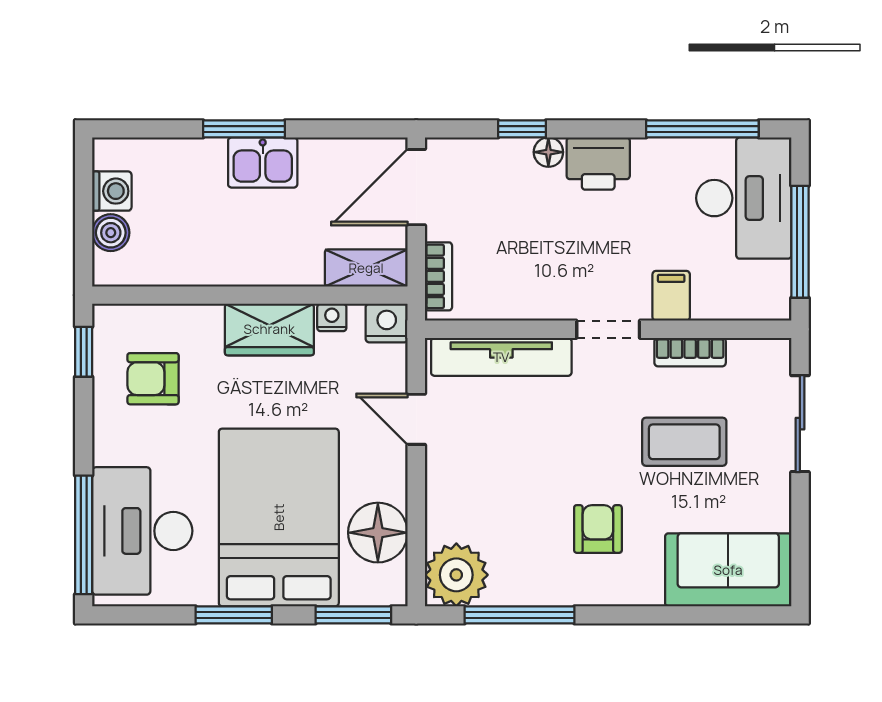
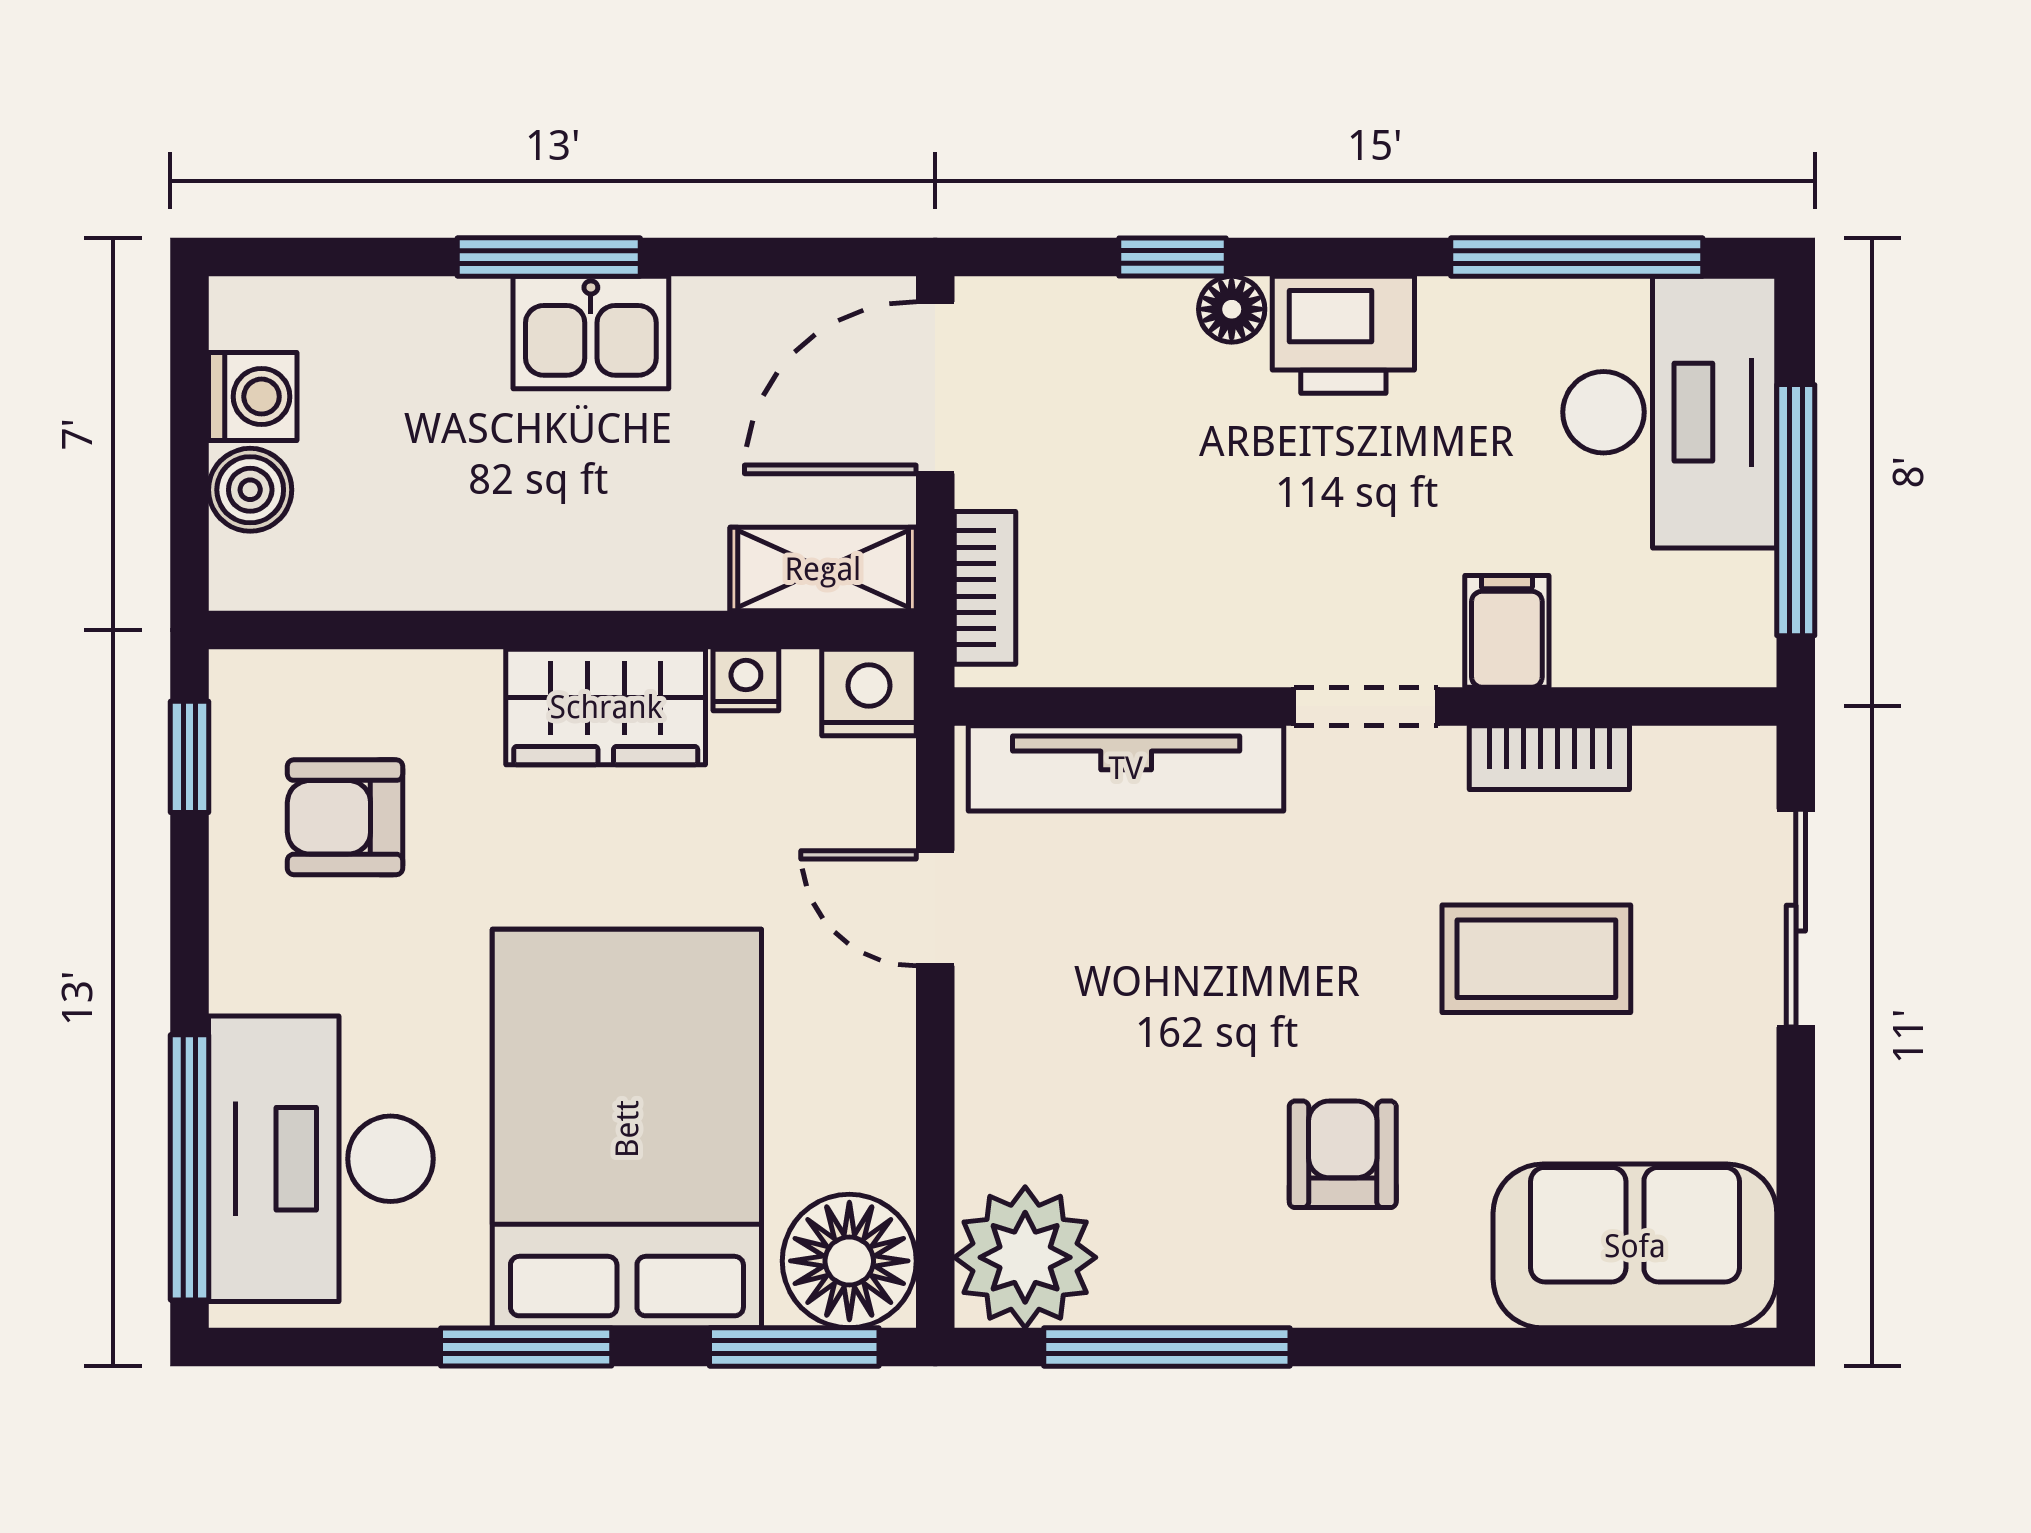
floor lamp: (378, 533) -> (849, 1261), moved

